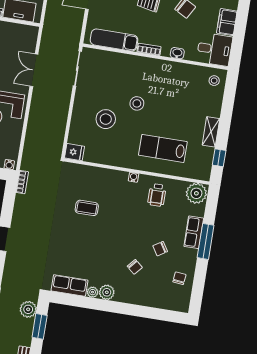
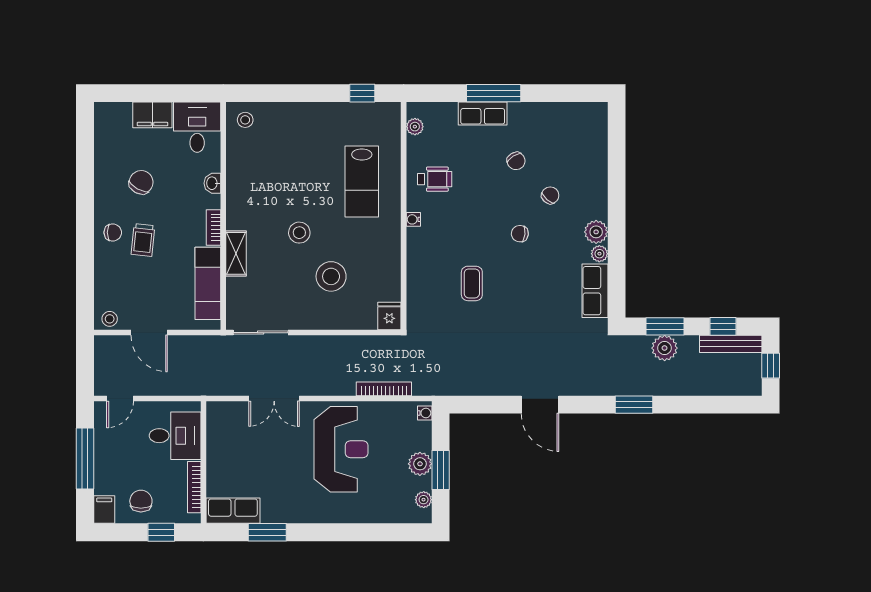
shelving: (211, 132) -> (236, 253), moved, turned 90
bookcase: (22, 182) -> (384, 389), moved, width x1.56
plant: (196, 193) -> (415, 127), width x0.53, depth x0.53
chair: (179, 278) -> (520, 234), moved
plant: (28, 309) -> (665, 348), moved

